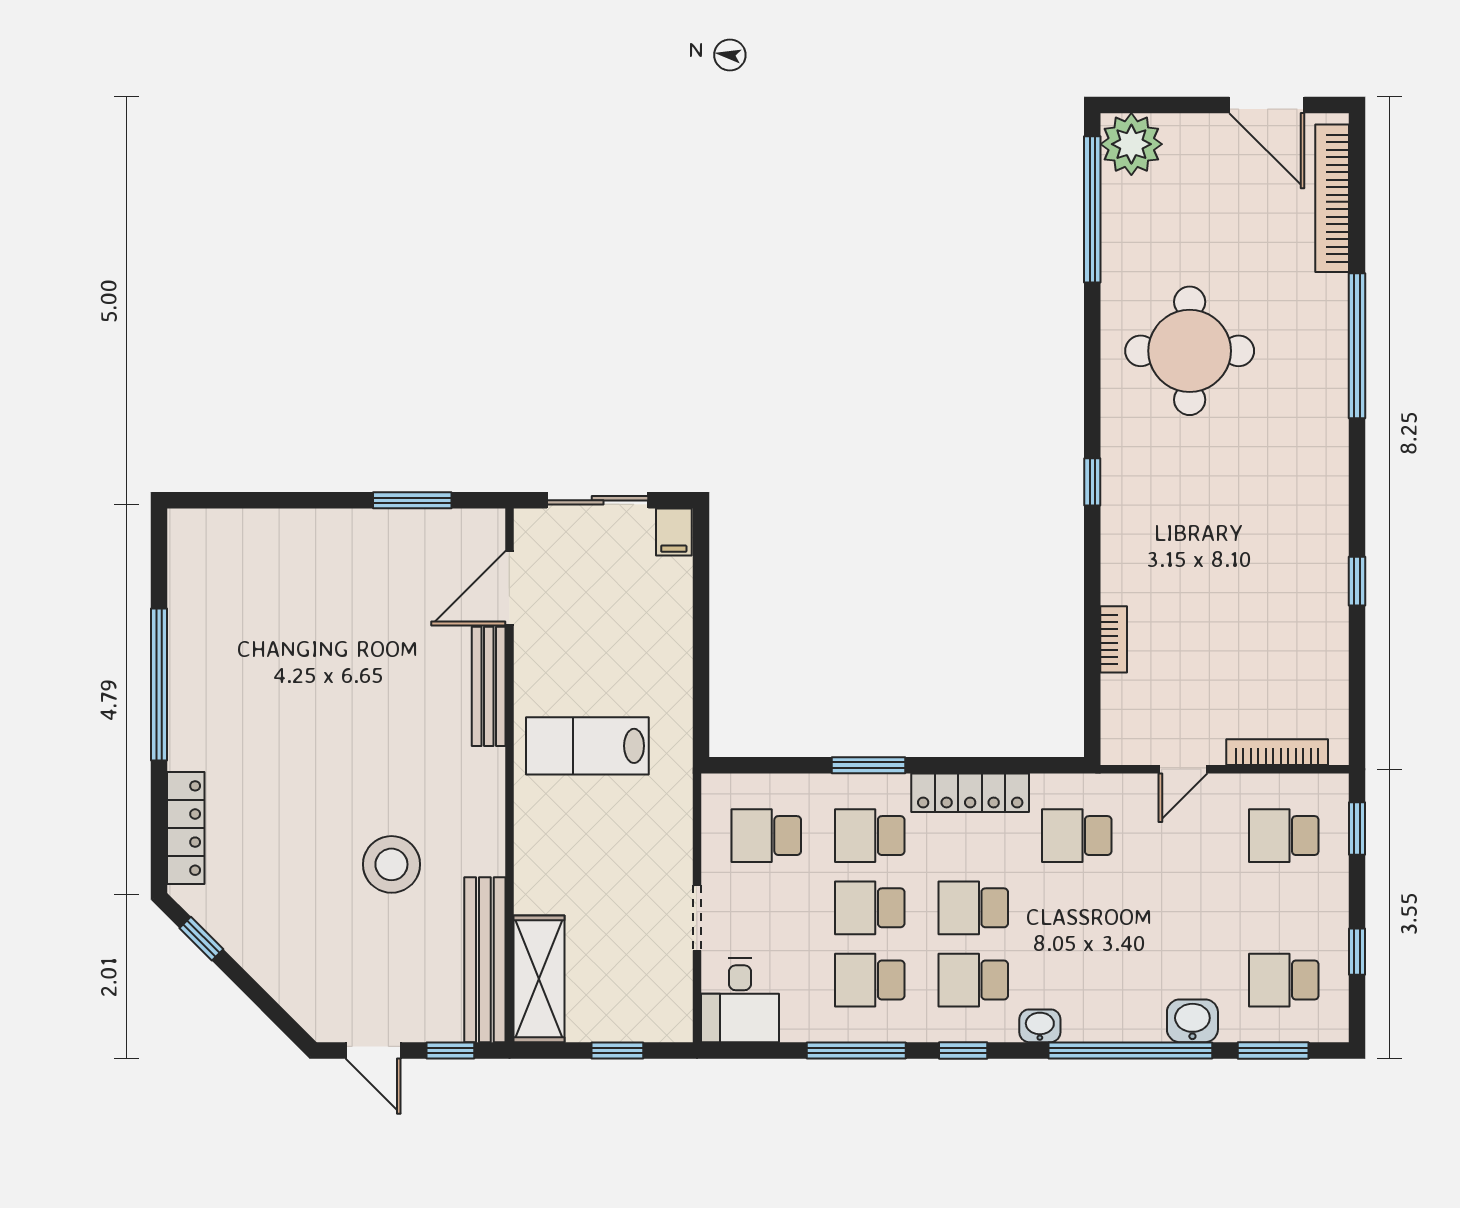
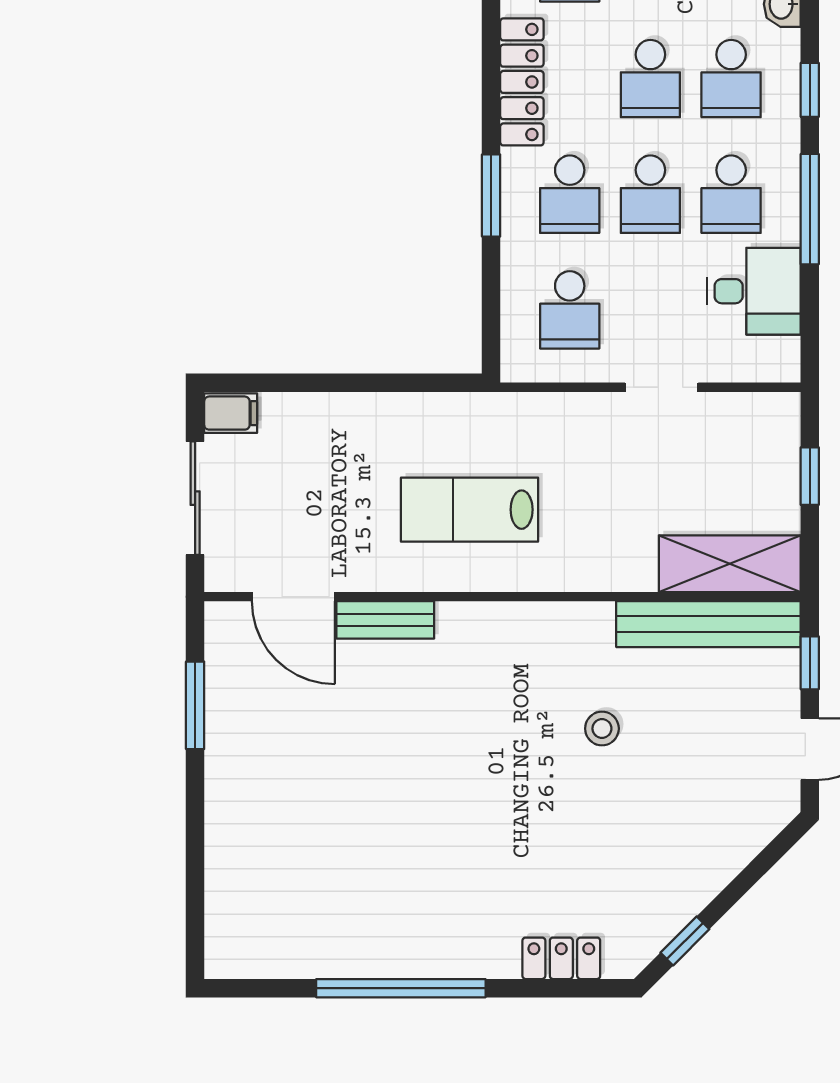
bench: (489, 686) -> (385, 620), width x0.73
lab bench: (587, 746) -> (470, 510), turned 90
locker: (186, 828) -> (561, 958), width x0.66
stool: (391, 864) -> (602, 729), width x0.53, depth x0.53
desk: (740, 1000) -> (754, 291), moved

